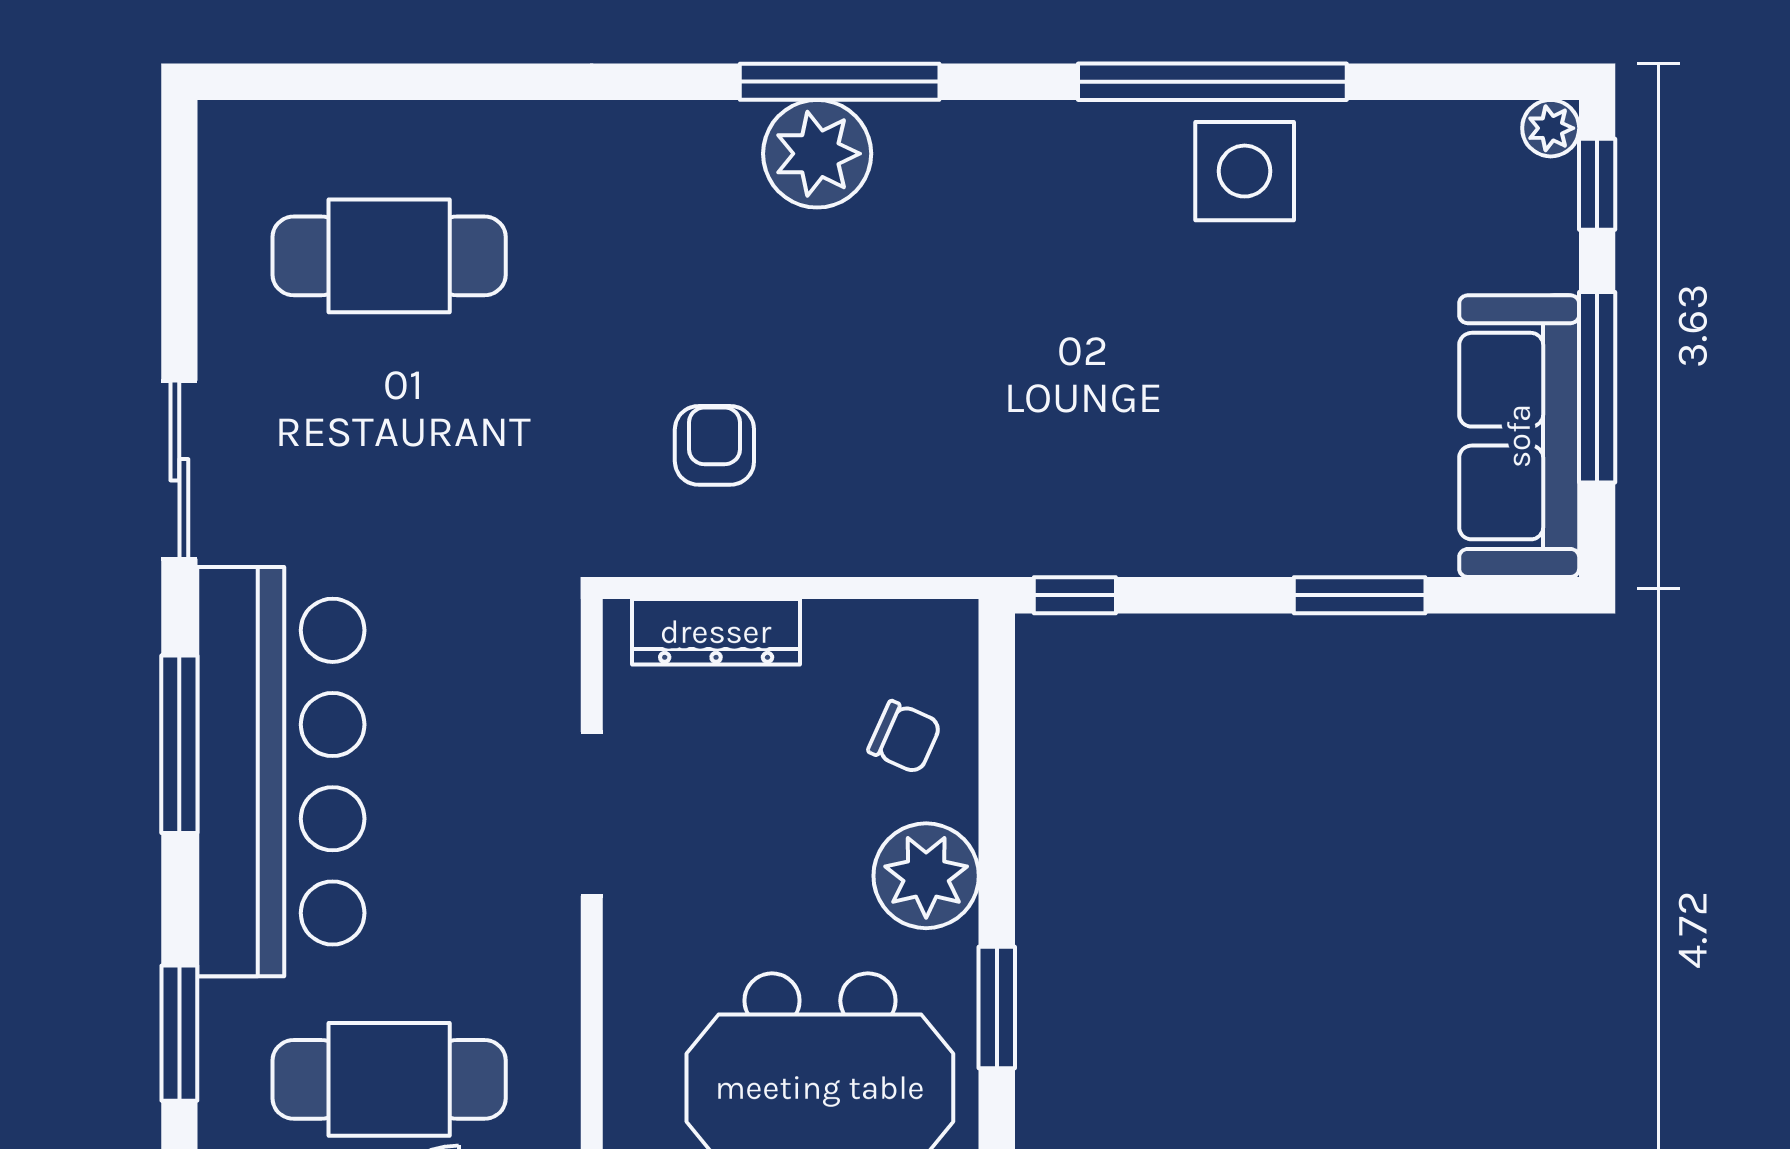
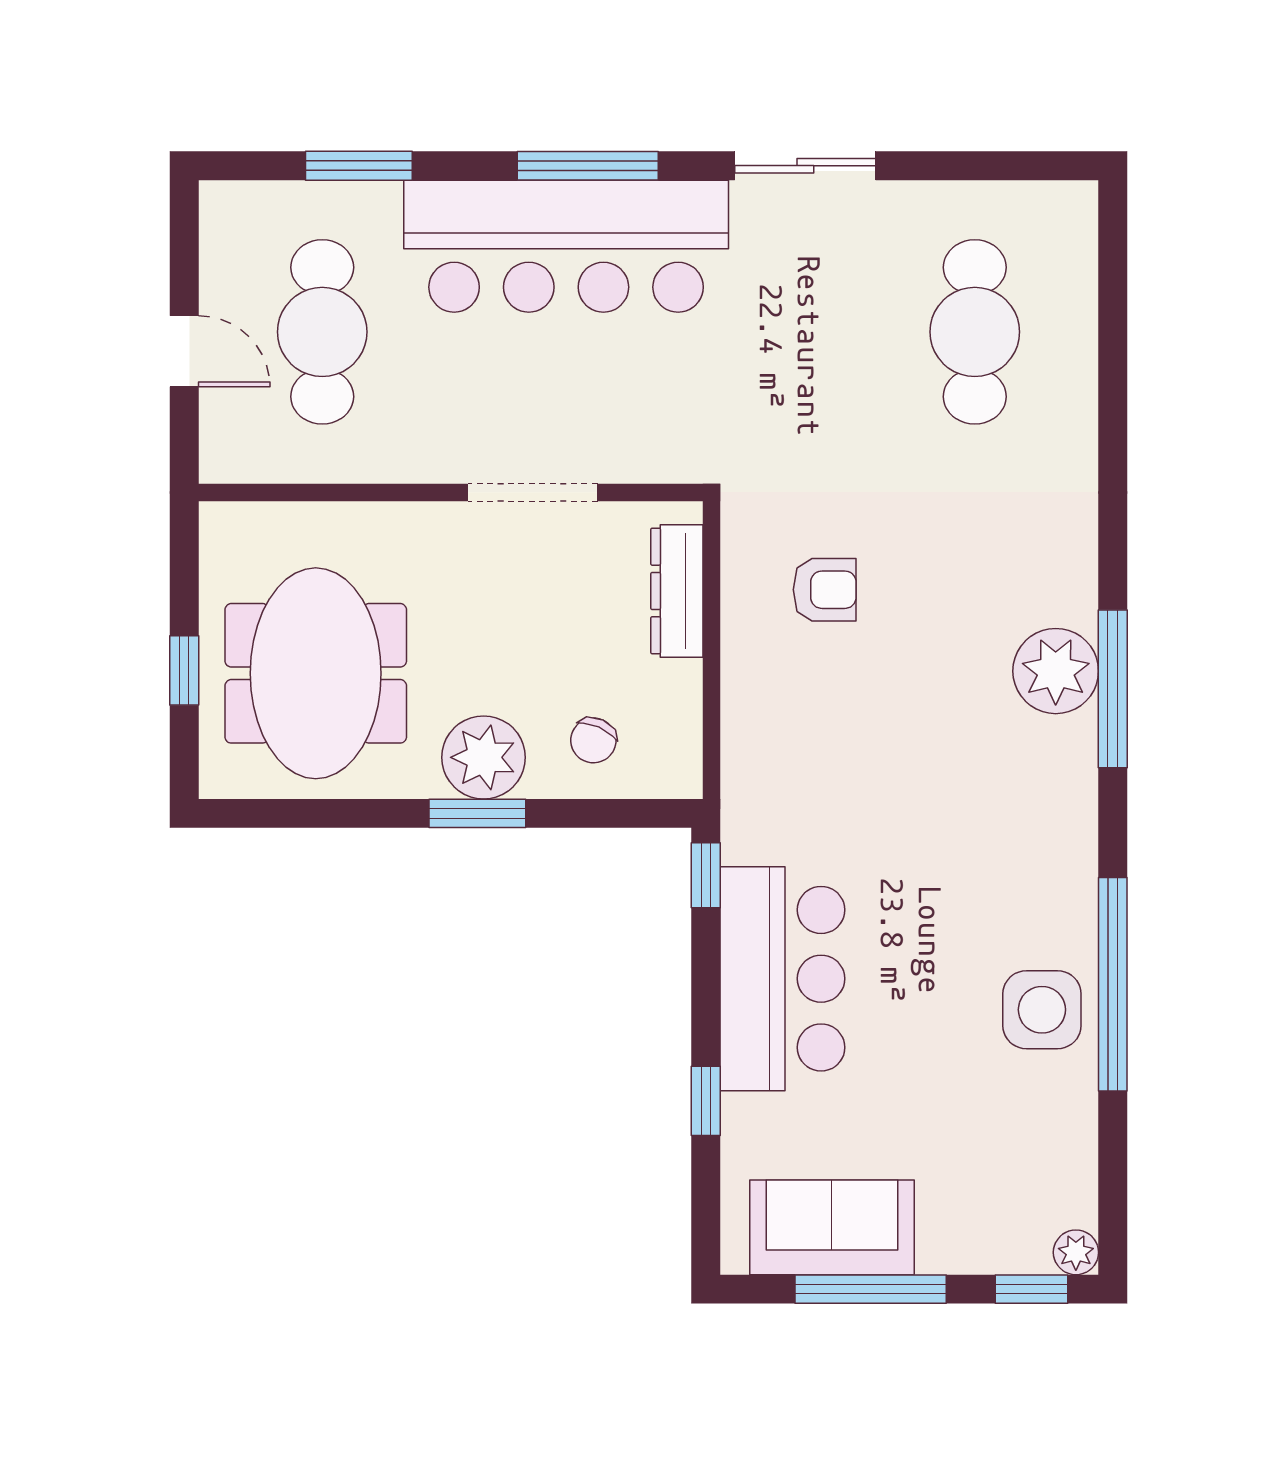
sofa: (1519, 436) -> (832, 1227), width x0.73
bar counter: (1205, 499) -> (782, 979), added
window: (1360, 595) -> (706, 1101), width x0.67
window: (997, 1007) -> (477, 813), moved

